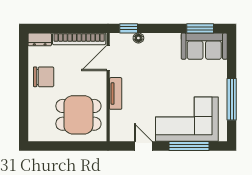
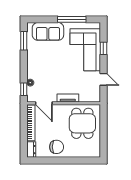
sofa: (204, 46) -> (48, 31), moved, turned 90
chair: (44, 77) -> (57, 147), turned 90
door: (143, 146) -> (103, 79), swing flipped
window: (189, 146) -> (103, 48), width x0.46

